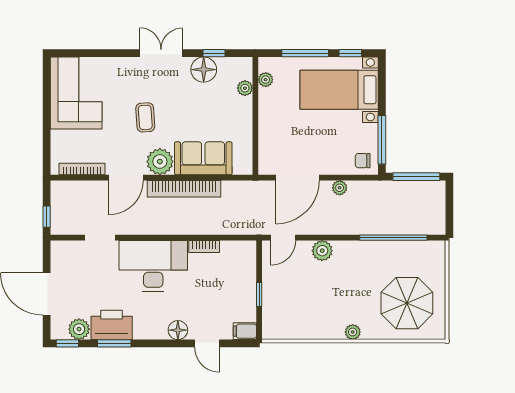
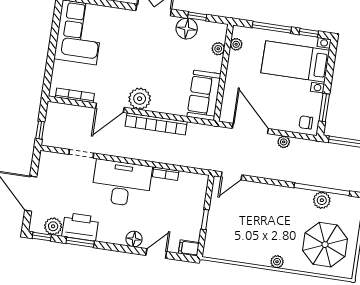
coffee table: (145, 117) -> (133, 61), removed
window: (382, 140) -> (324, 108), width x0.69
sofa: (203, 158) -> (204, 95), moved, turned -90
door: (297, 178) -> (250, 129), swing flipped
plant: (322, 251) -> (322, 200), moved
door: (207, 343) -> (156, 253), swing flipped

